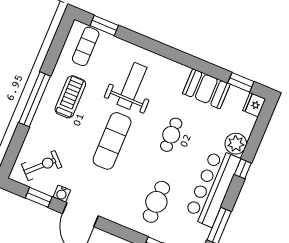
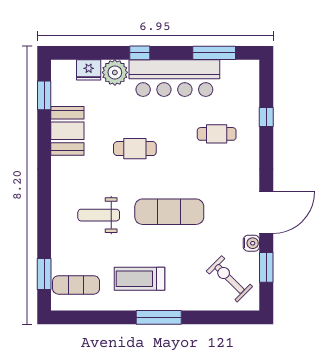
weight bench: (132, 86) -> (99, 215), width x0.73, depth x0.75
window: (35, 99) -> (159, 317), width x0.68
fridge: (254, 105) -> (89, 70), moved
cafe table: (156, 202) -> (217, 134), width x0.73, depth x0.74

